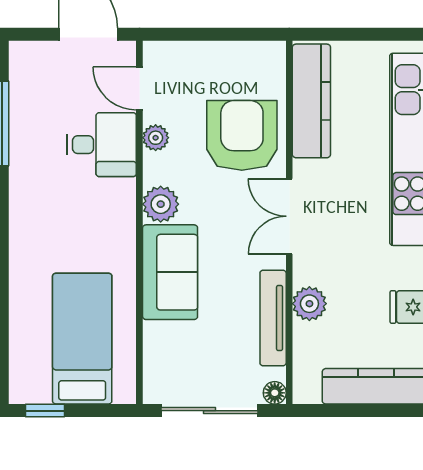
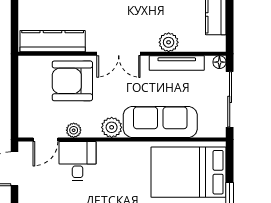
sofa: (170, 272) -> (160, 122), width x1.36
bed: (82, 339) -> (188, 172), width x1.50

